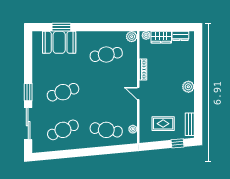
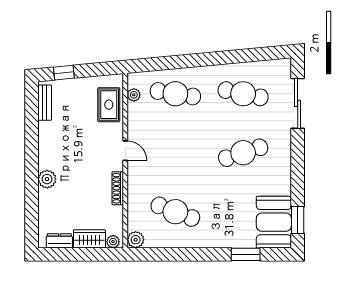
booth: (59, 42) -> (274, 222), moved, turned 90
cafe table: (106, 54) -> (175, 212), turned 30
plant: (188, 87) -> (47, 179), moved
window: (28, 92) -> (298, 220), moved
rug: (163, 124) -> (109, 105), moved, turned 90
cafe table: (63, 130) -> (243, 94), turned 36

